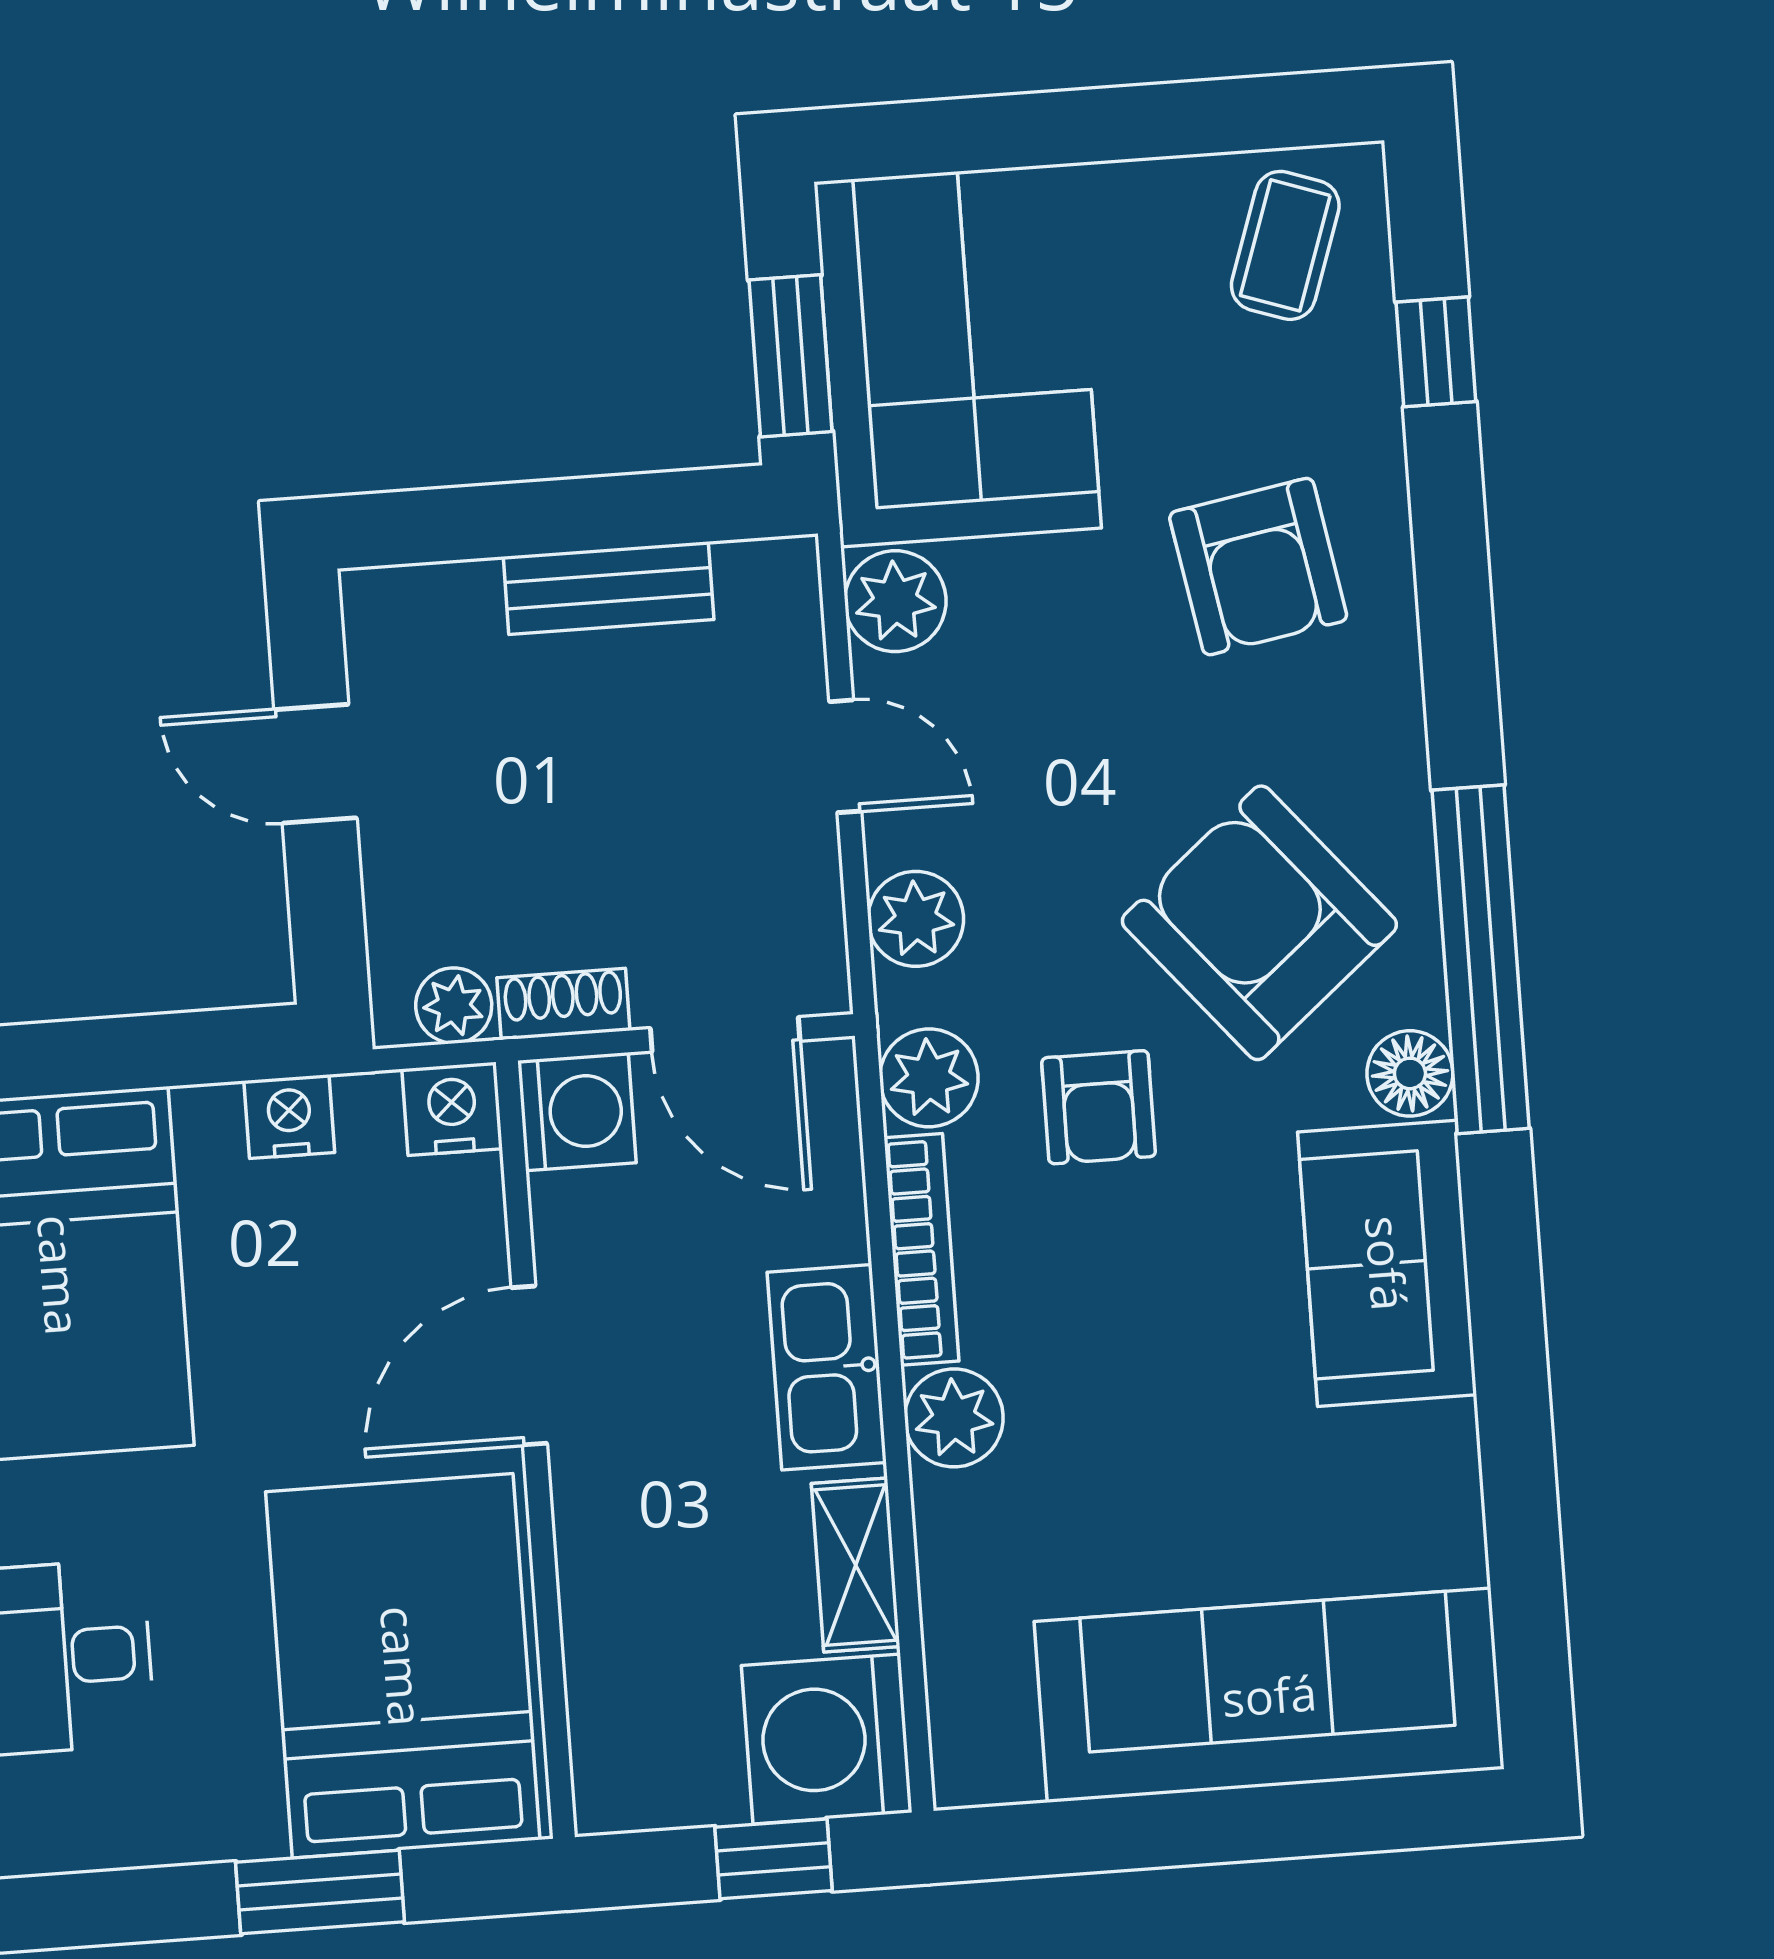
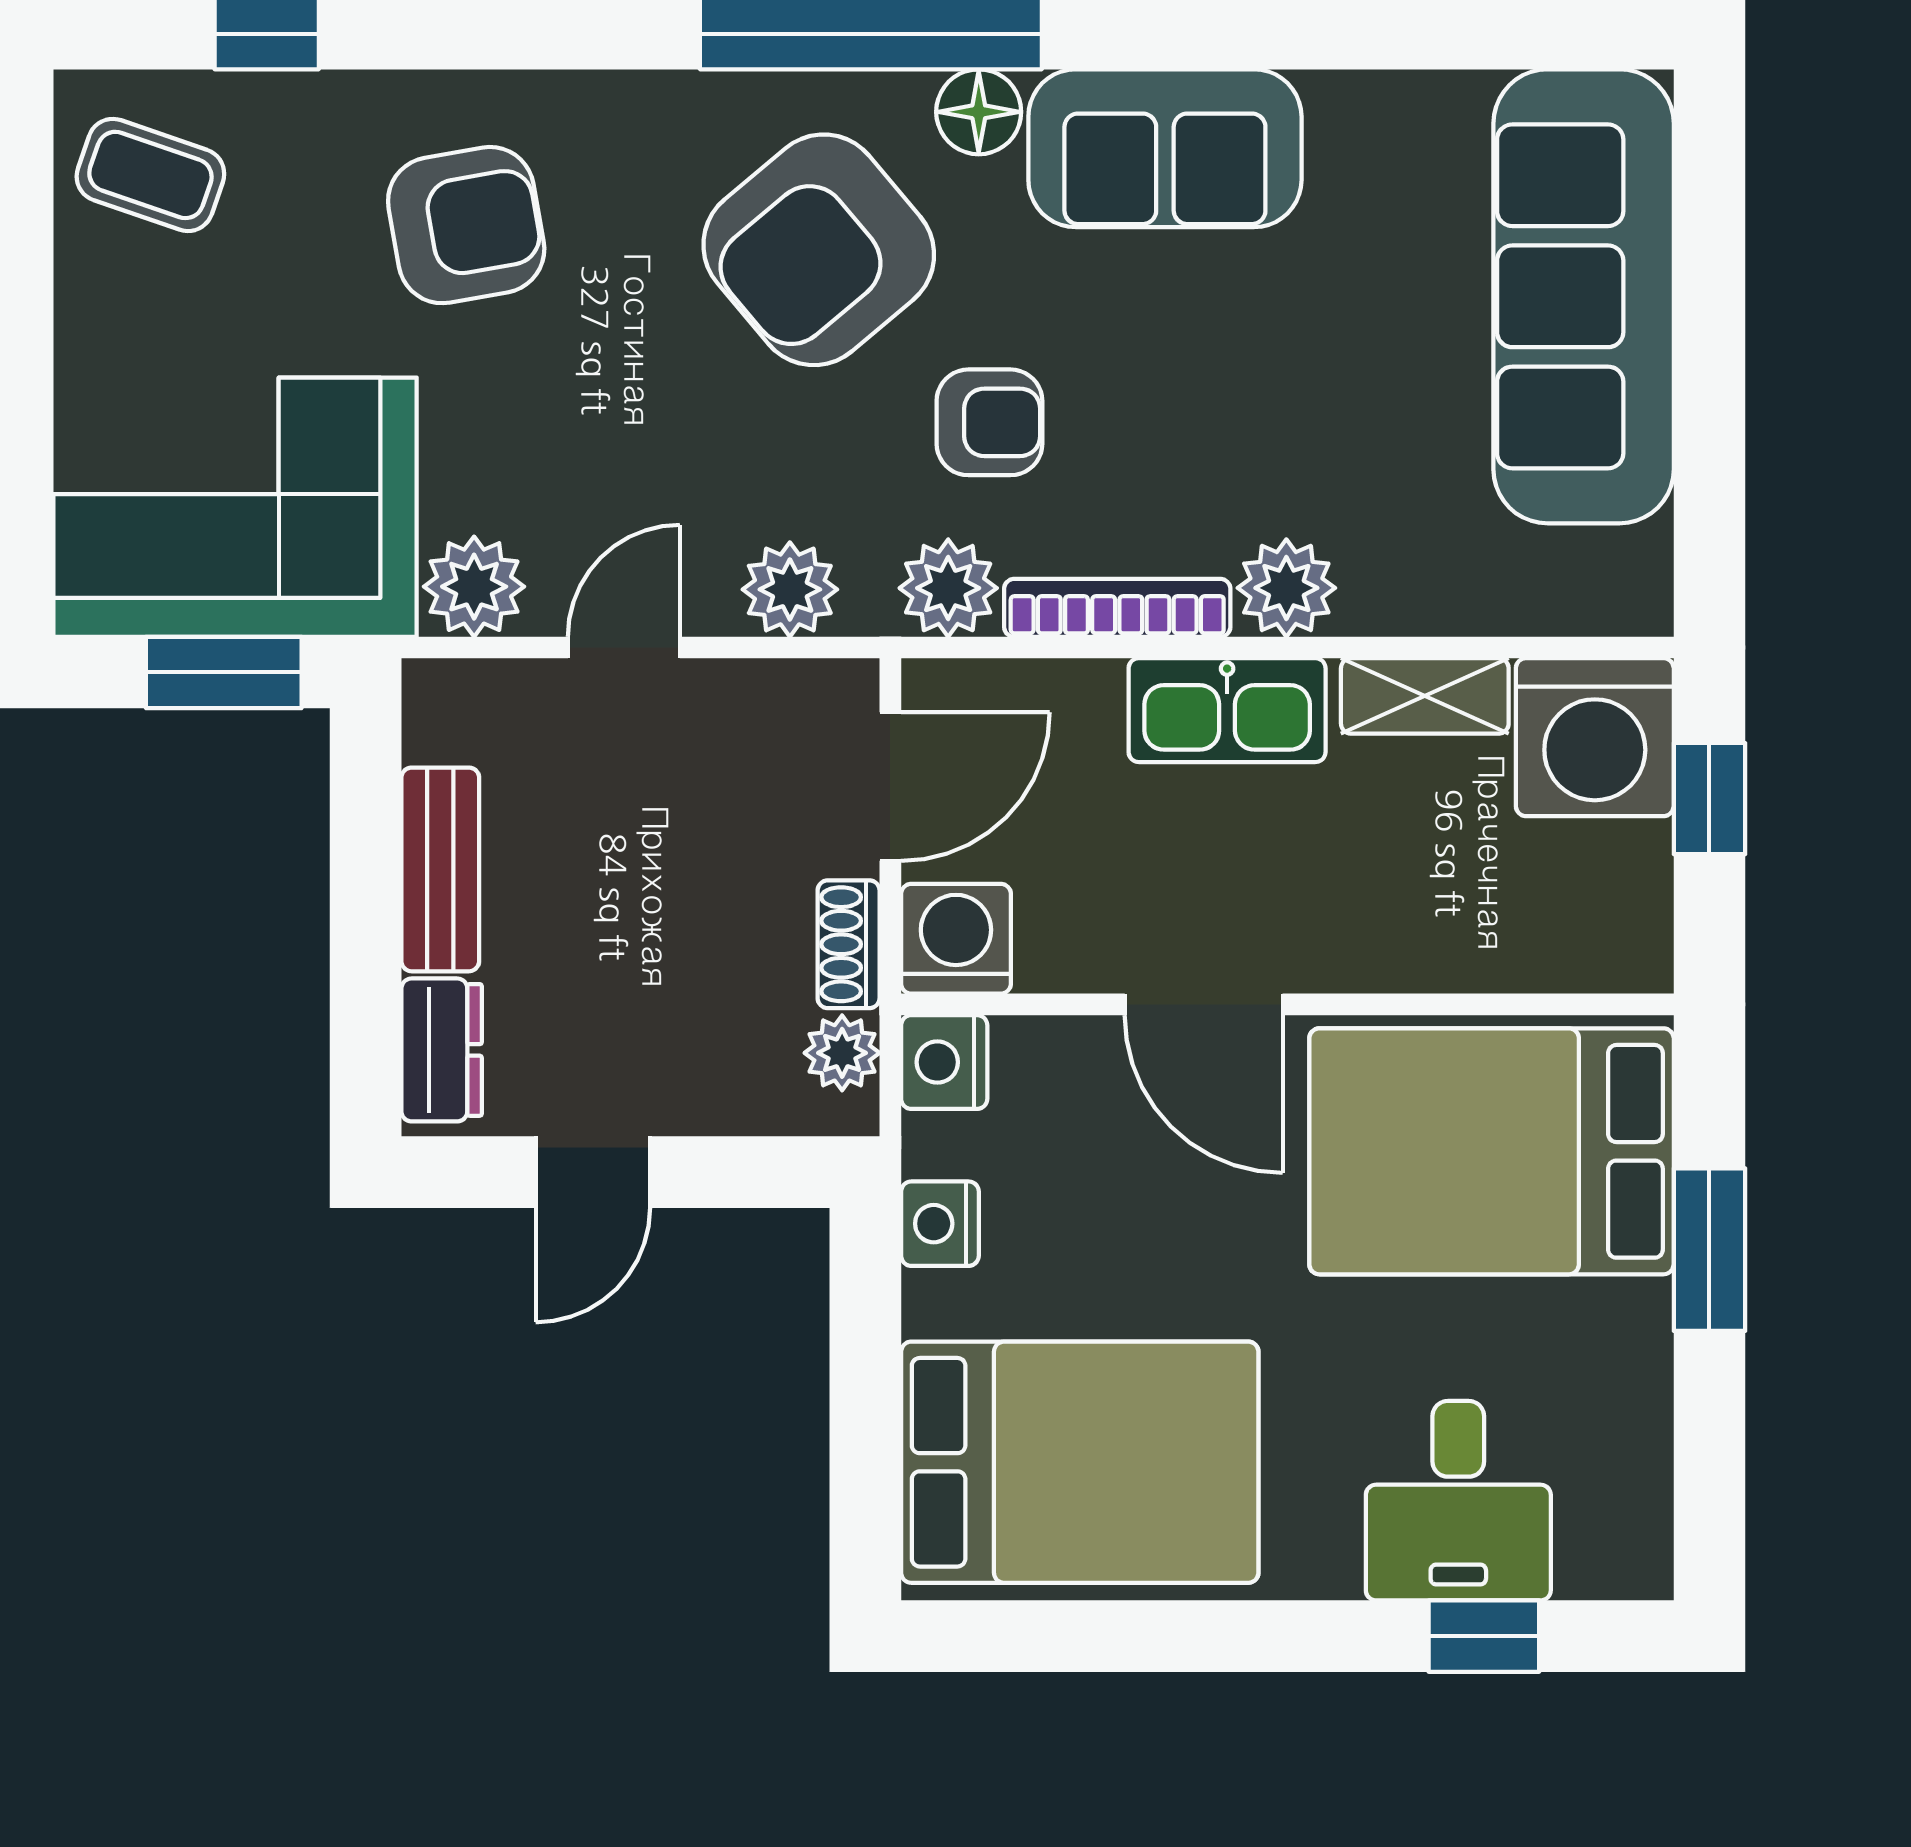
dresser: (427, 603) -> (442, 1050), added

